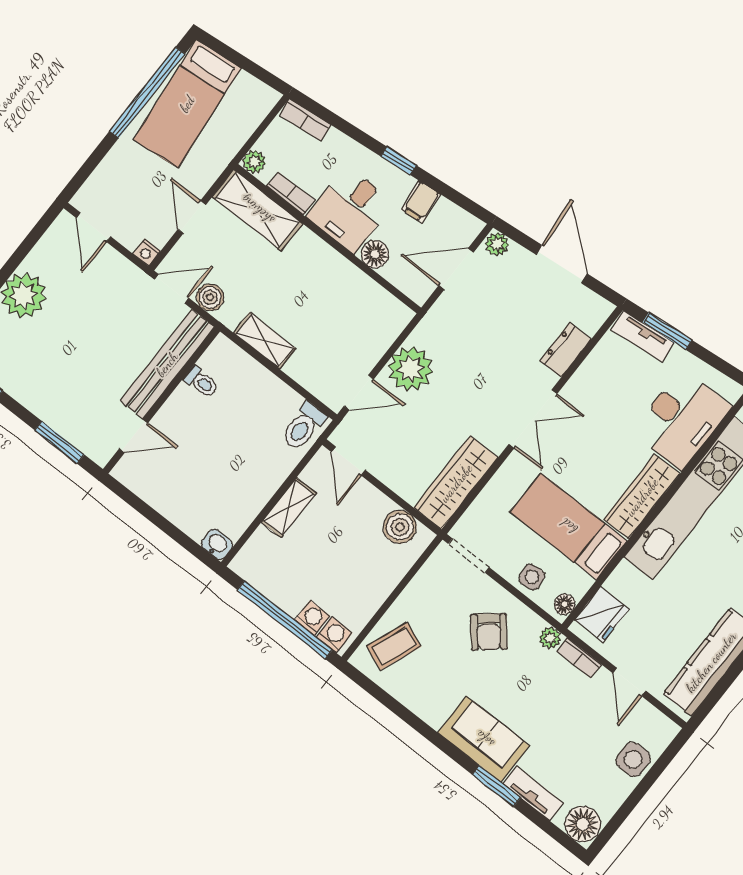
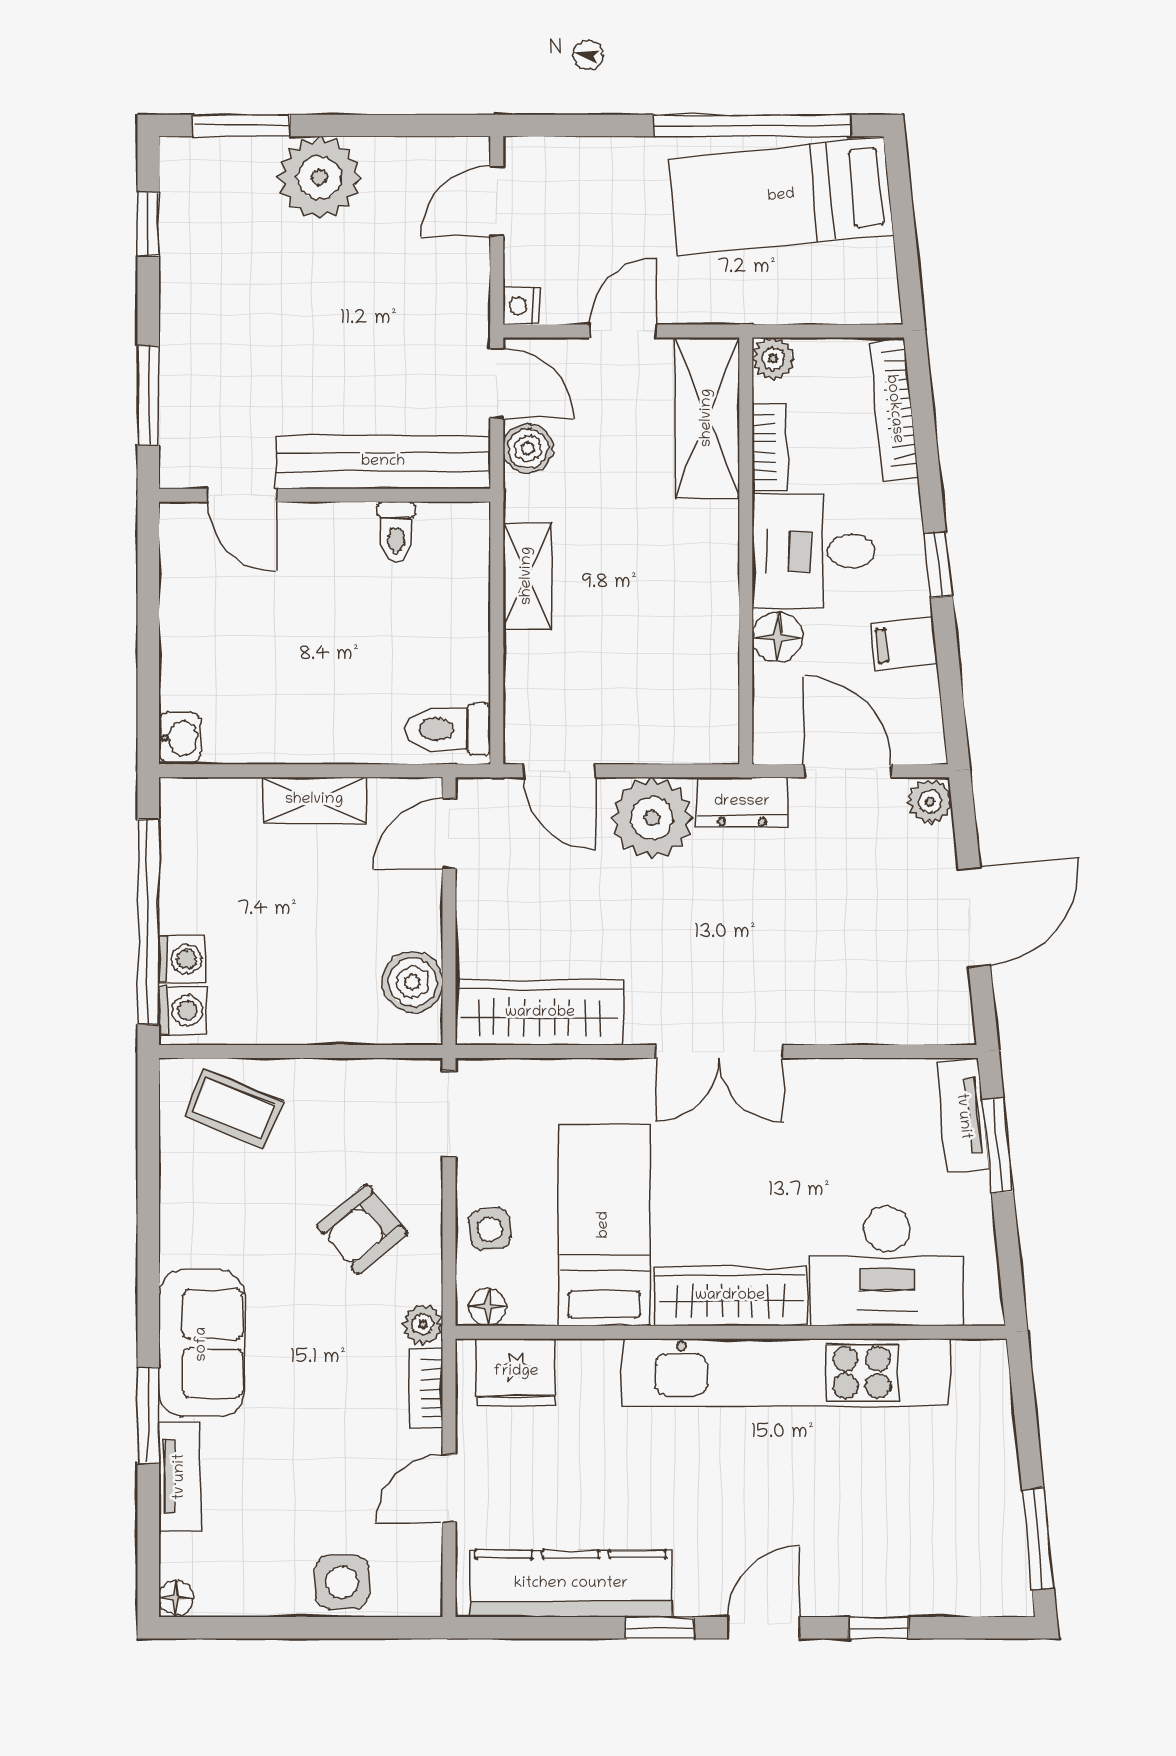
bookcase: (305, 120) -> (894, 409), width x1.56
dresser: (565, 350) -> (742, 802), moved, turned 180
floor lamp: (583, 824) -> (176, 1598), width x0.53, depth x0.53

